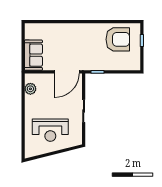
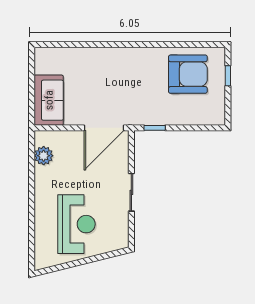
reception desk: (50, 130) -> (77, 224), turned -90

